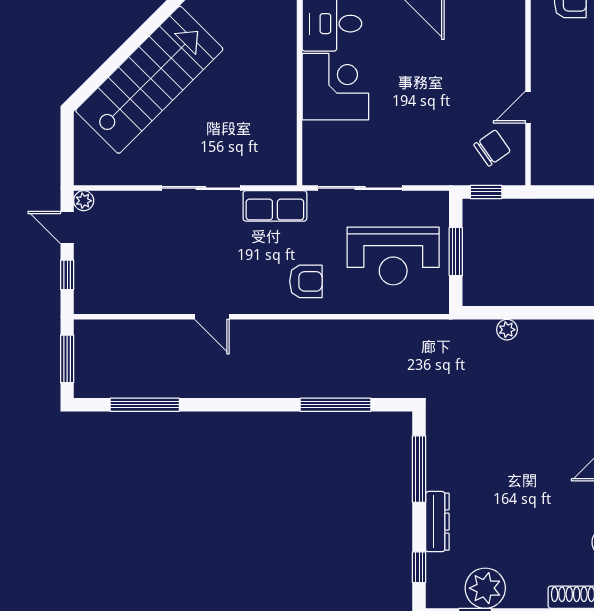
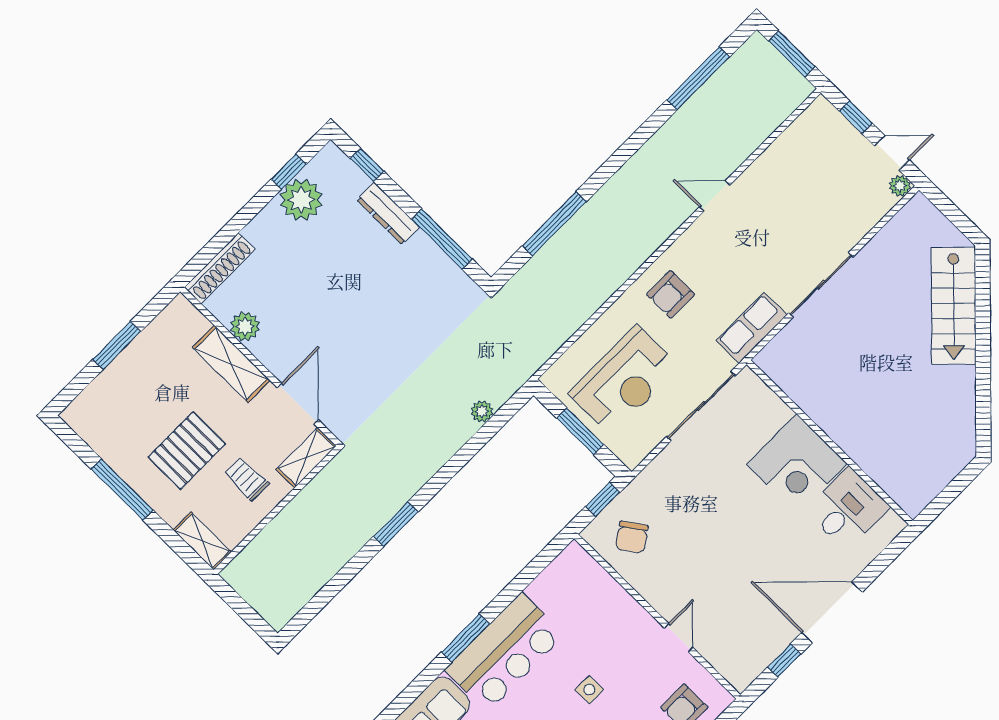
stairs: (149, 80) -> (954, 306), width x0.73, depth x0.66
door: (528, 107) -> (679, 638), moved
reception desk: (393, 256) -> (624, 380), turned 180

